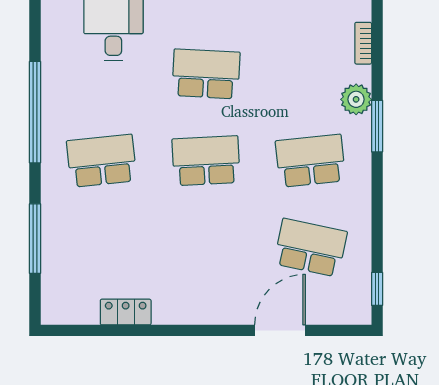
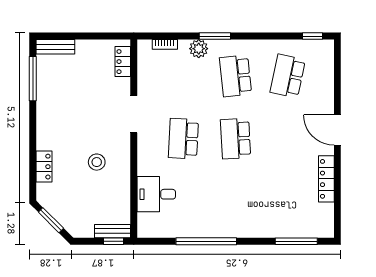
school desk: (102, 161) -> (236, 201), removed
window: (35, 239) -> (296, 241), moved
locker: (126, 312) -> (326, 179), width x1.53
door: (280, 330) -> (337, 130), moved

